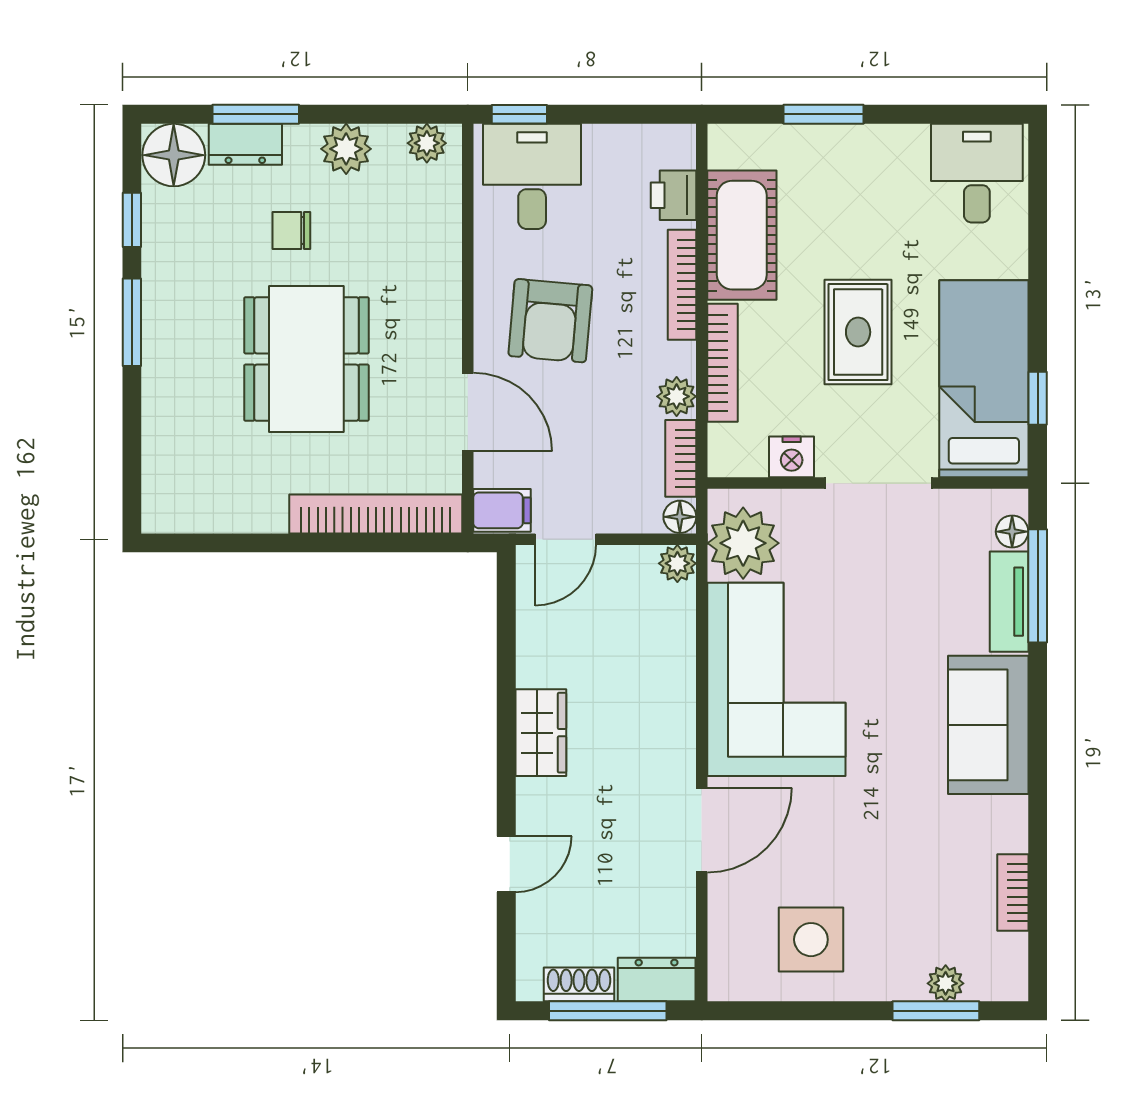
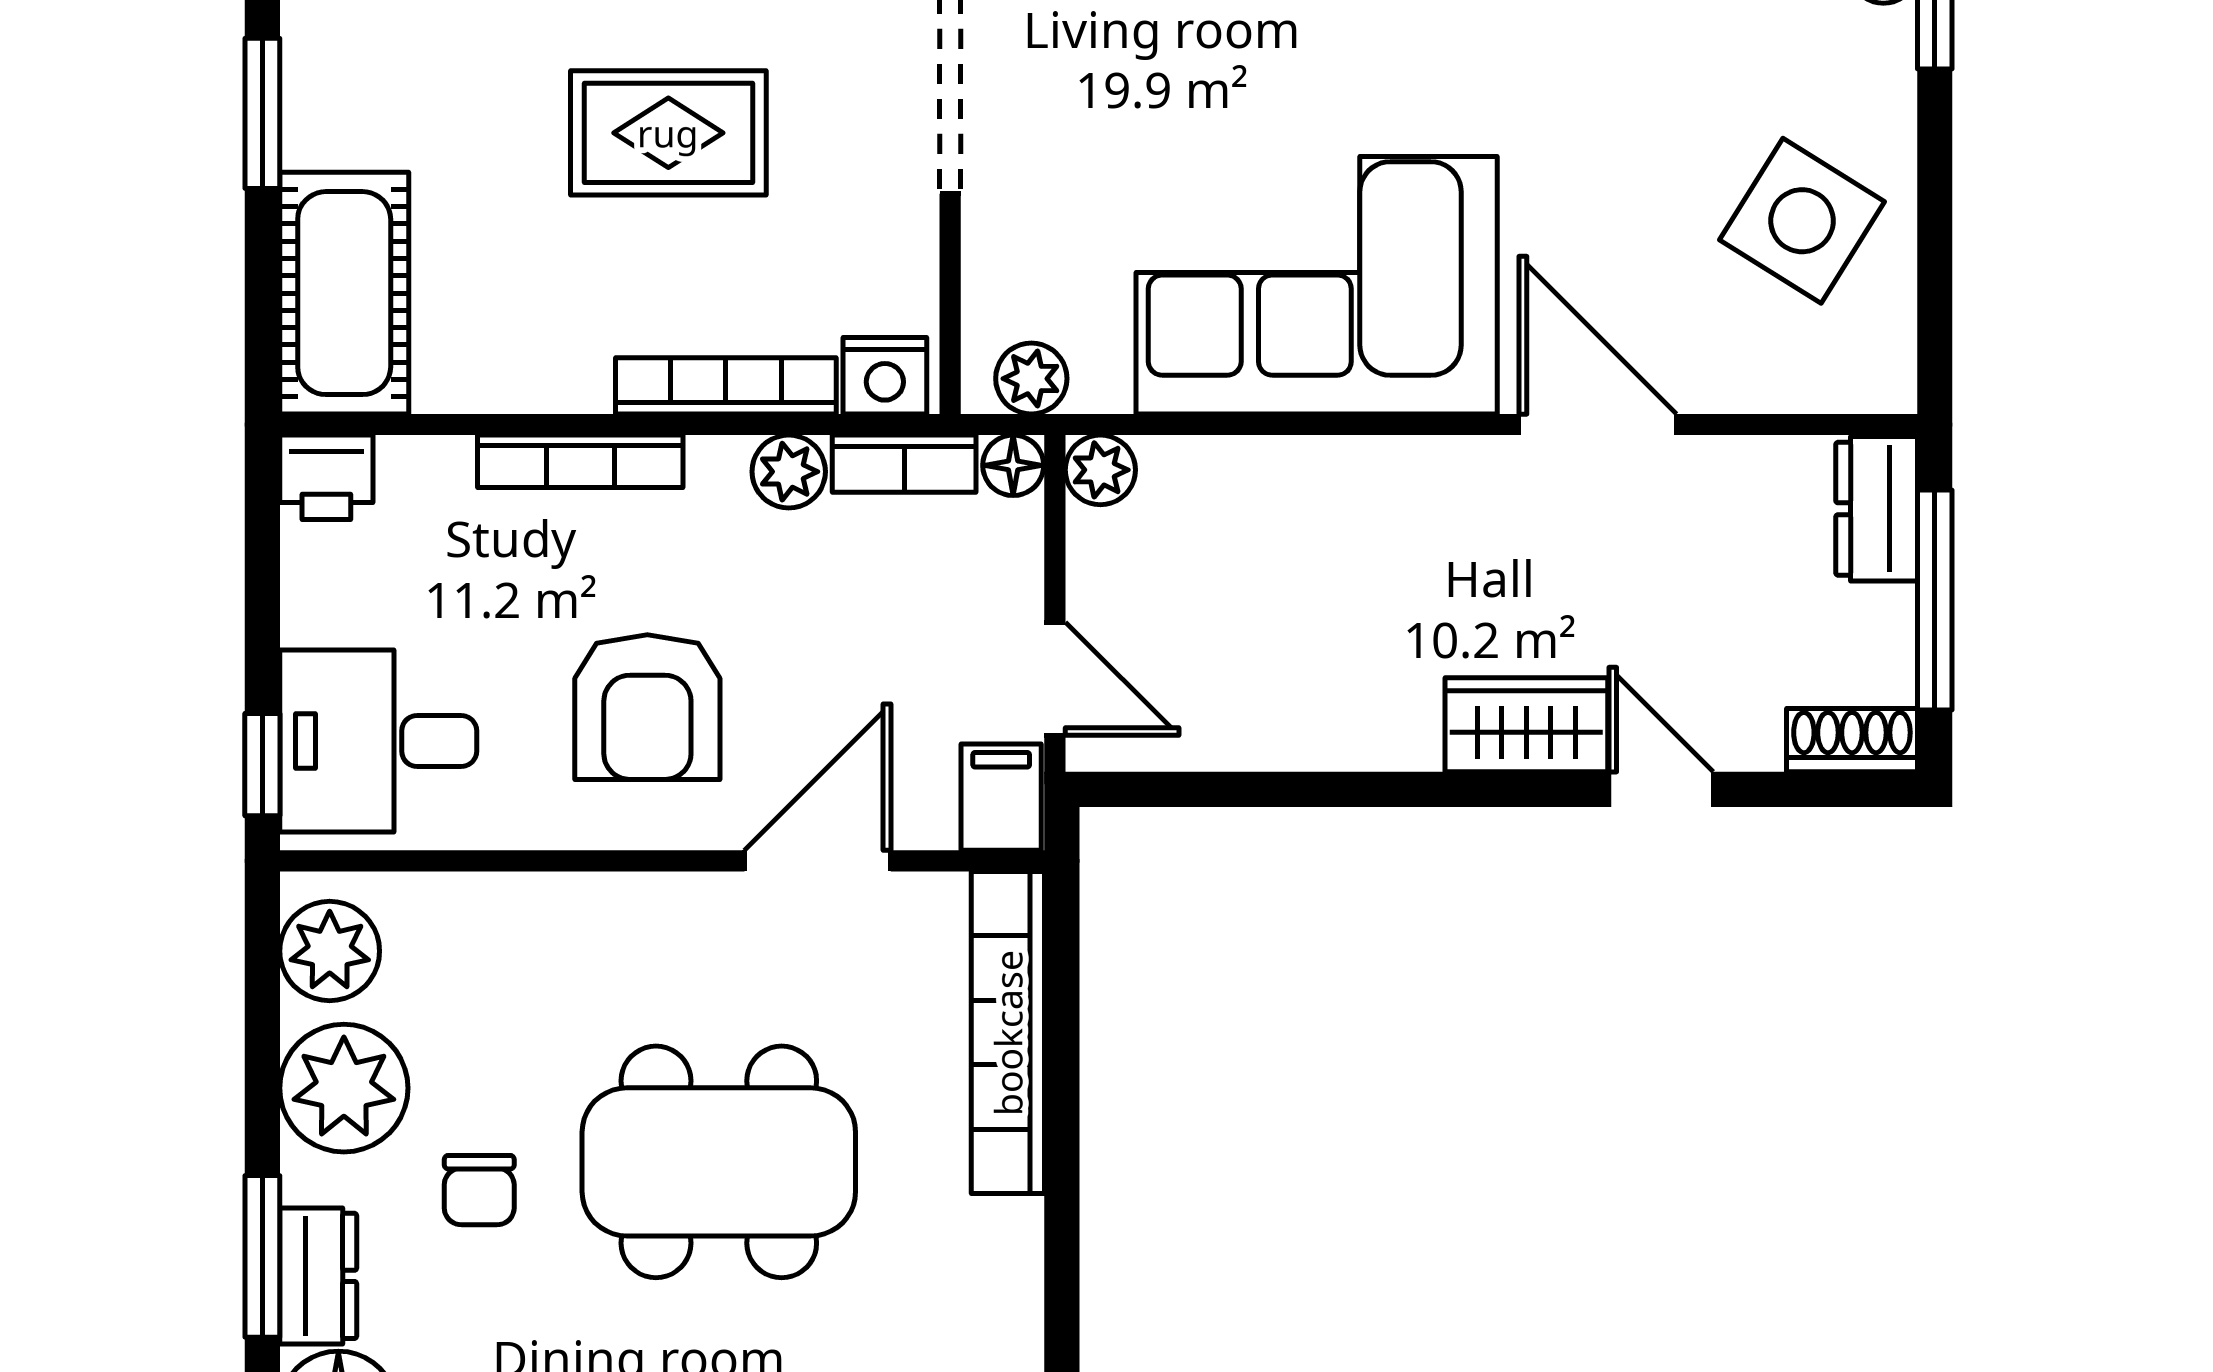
window: (823, 114) -> (262, 113), moved
plant: (427, 143) -> (330, 951), width x1.38, depth x1.38
plant: (346, 149) -> (344, 1088), width x1.36, depth x1.36
printer: (673, 195) -> (326, 477), moved
cot: (742, 235) -> (344, 293), moved, turned 90
armchair: (550, 321) -> (647, 707), turned 85
nightstand: (792, 457) -> (885, 376), moved, turned 90
plant: (743, 543) -> (1031, 379), width x0.53, depth x0.53
wardrobe: (541, 733) -> (1526, 725), moved
side table: (811, 940) -> (1802, 221), turned 32
shoe rack: (579, 984) -> (1852, 740), moved, turned 90

